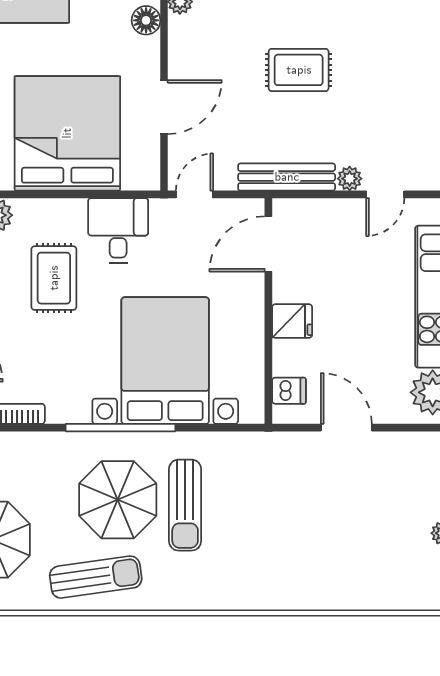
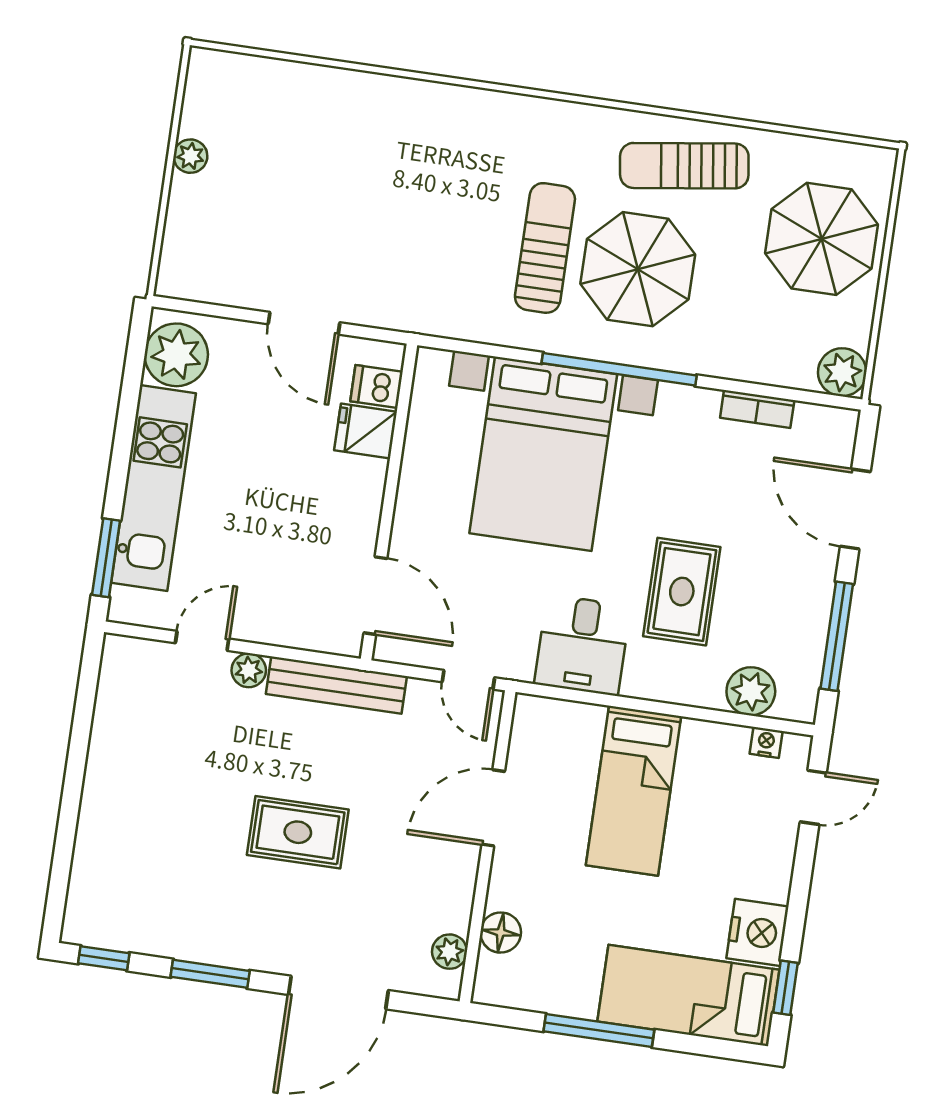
bed: (67, 133) -> (634, 791), width x0.49
door: (195, 194) -> (468, 680), hinge flipped
door: (268, 244) -> (375, 596), hinge flipped
fridge: (292, 321) -> (366, 431), moved

